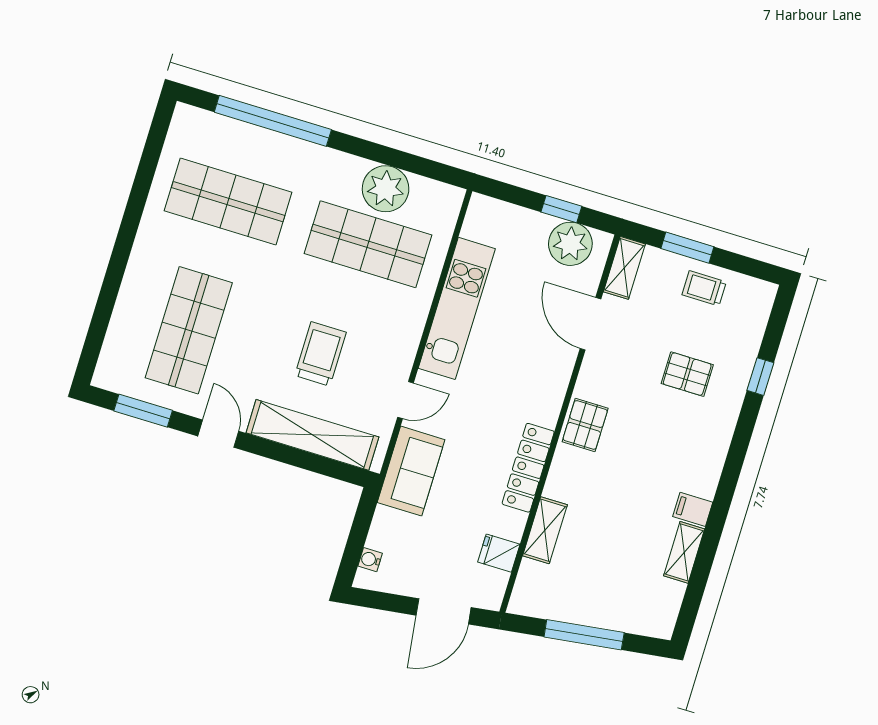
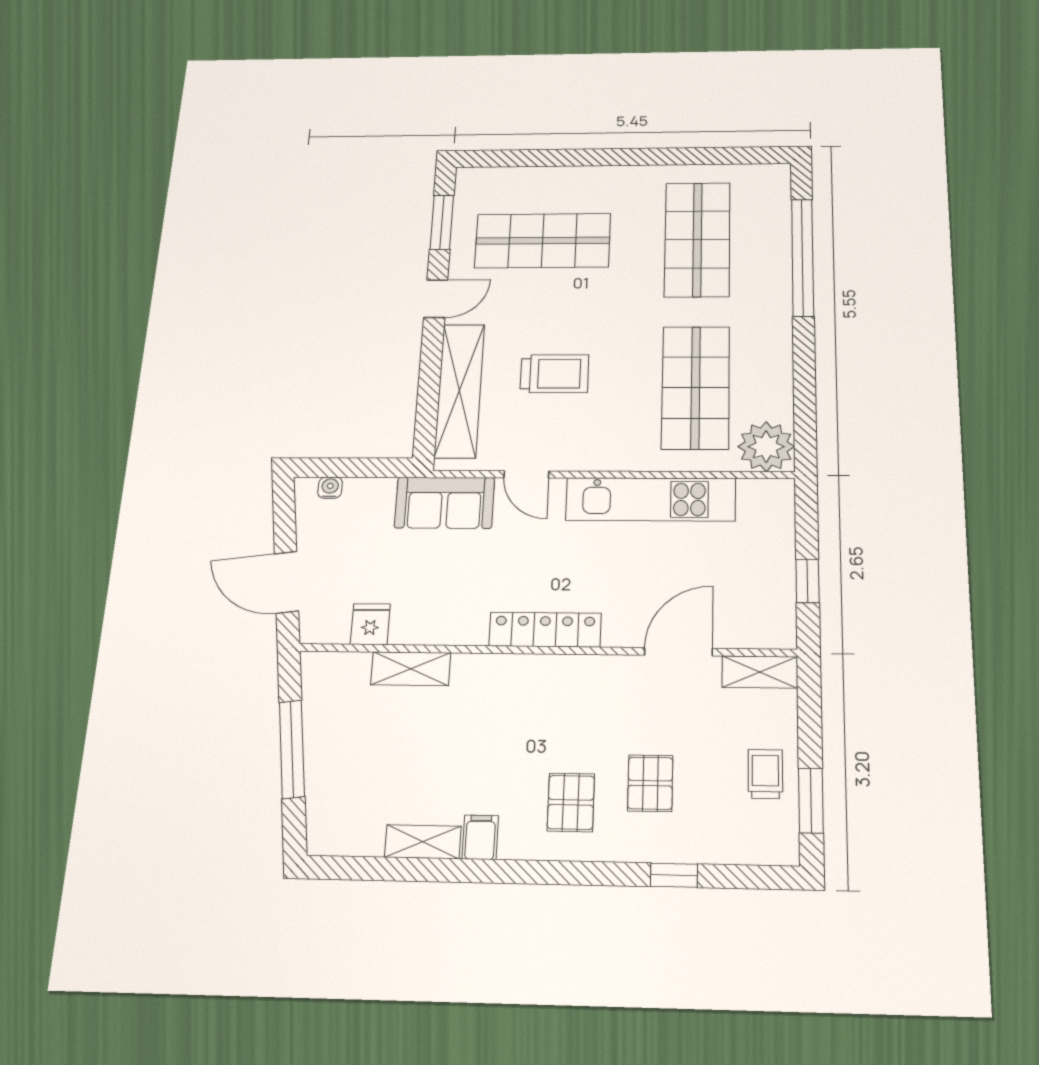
plant: (386, 189) -> (766, 447), moved
plant: (570, 244) -> (769, 602), removed
window: (687, 248) -> (811, 801), moved
pallet: (585, 425) -> (571, 802), moved, turned 90
locker: (528, 468) -> (545, 630), moved

